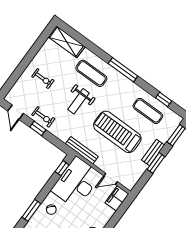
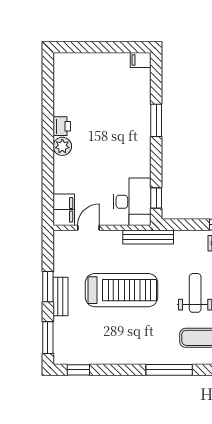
window: (164, 99) -> (78, 370), moved
exercise mat: (148, 111) -> (103, 342), removed
desk: (76, 183) -> (132, 202), width x0.73, depth x0.77
chair: (51, 210) -> (133, 139), removed

